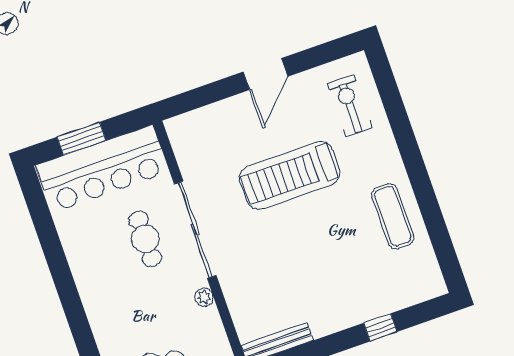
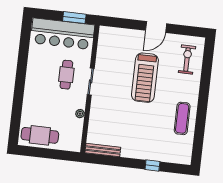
window: (81, 139) -> (74, 18), moved
treadmill: (290, 175) -> (145, 78), turned -90
sliding door: (195, 230) -> (91, 81), width x0.54

